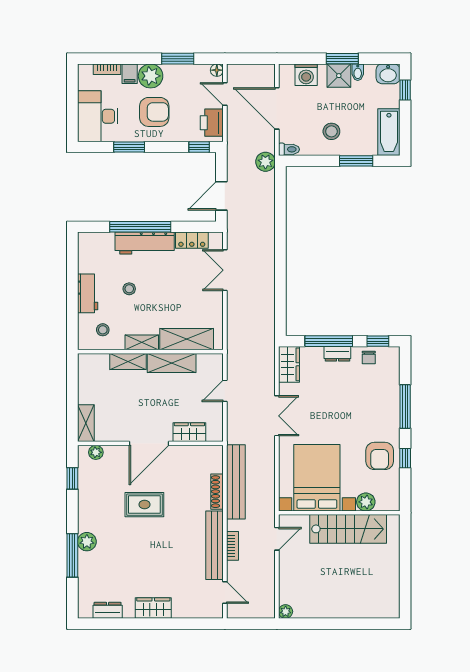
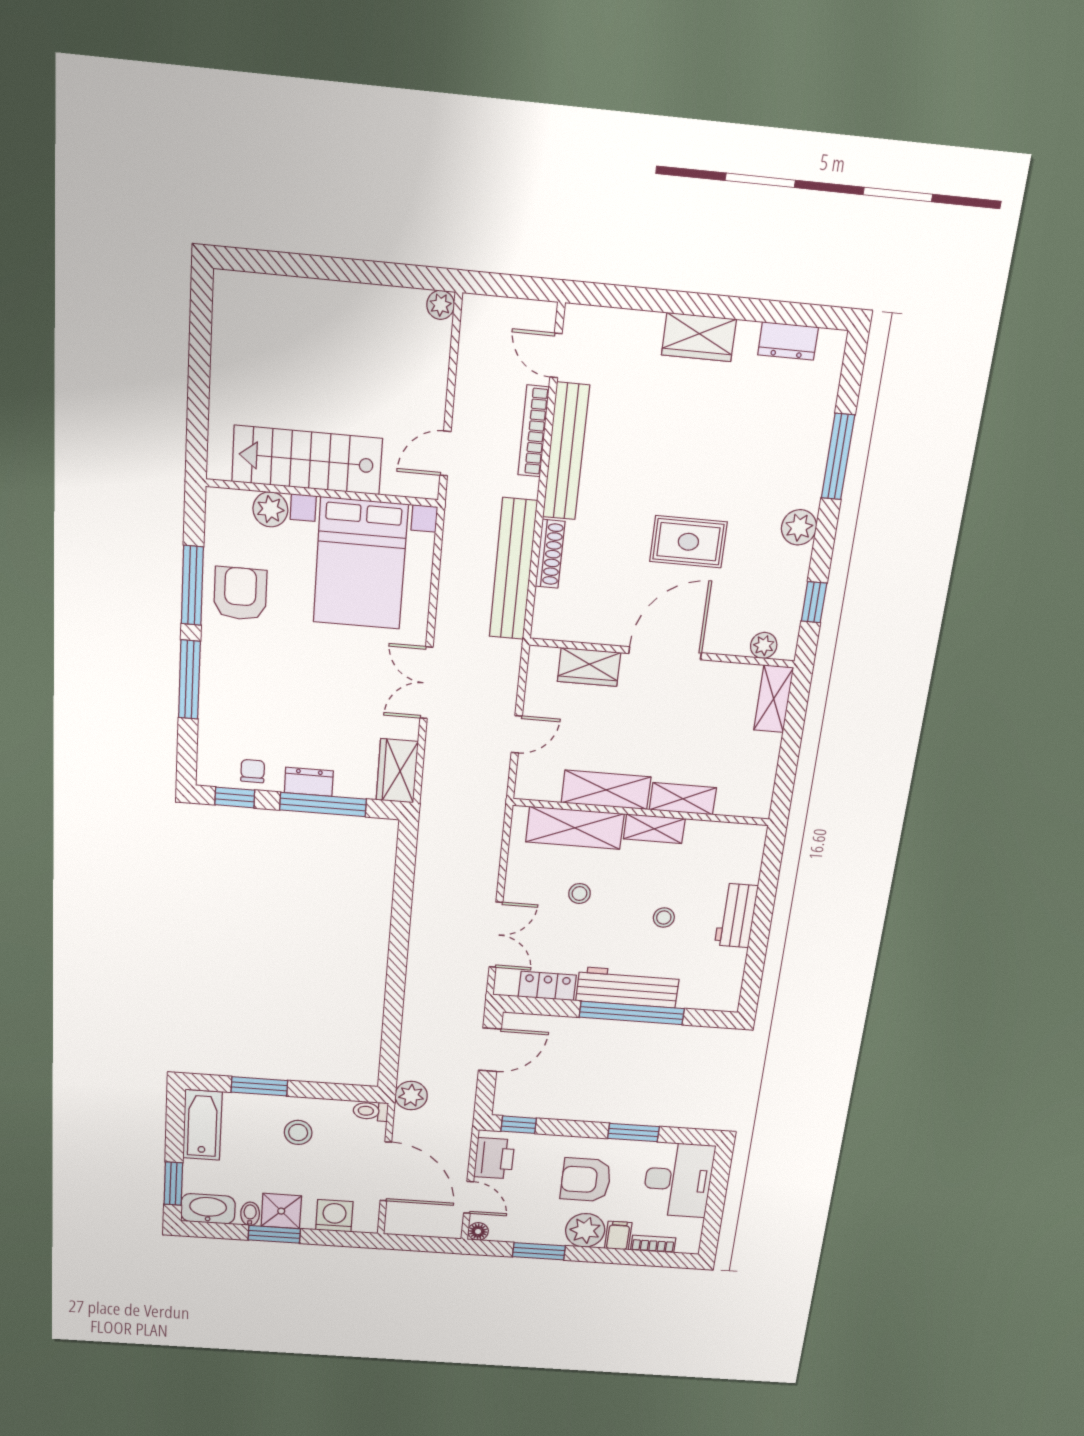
washbasin: (388, 74) -> (208, 1209), width x1.38
window: (405, 90) -> (173, 1184), width x1.50
stool: (103, 330) -> (579, 894), moved
window: (405, 458) -> (192, 585), width x2.17
plant: (87, 542) -> (799, 527), moved
bookcase: (232, 546) -> (534, 431), width x1.56

